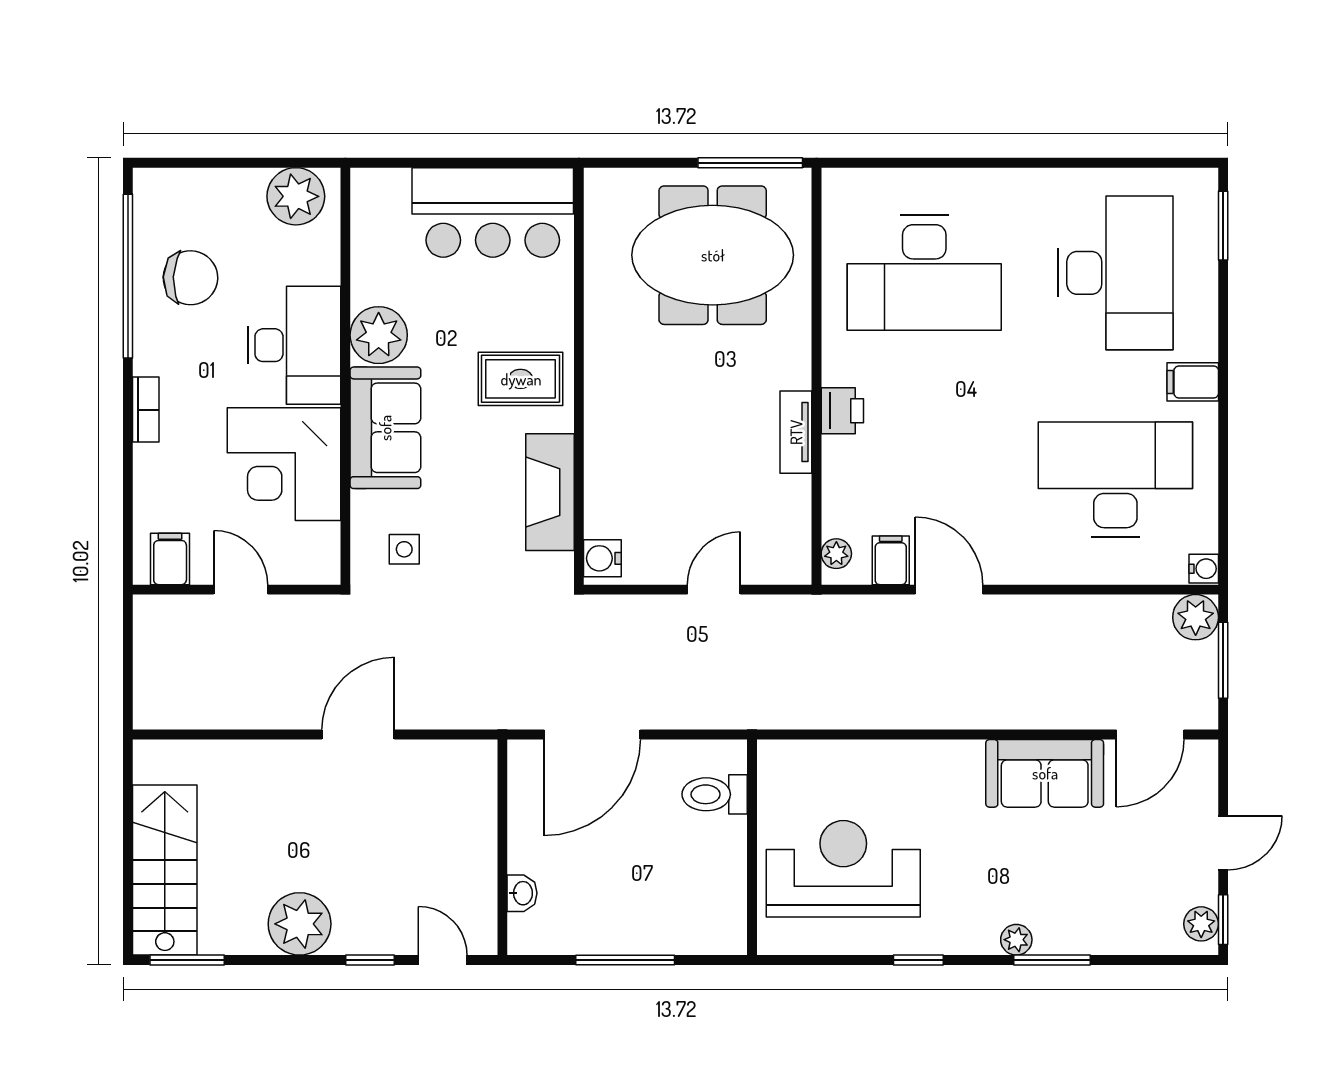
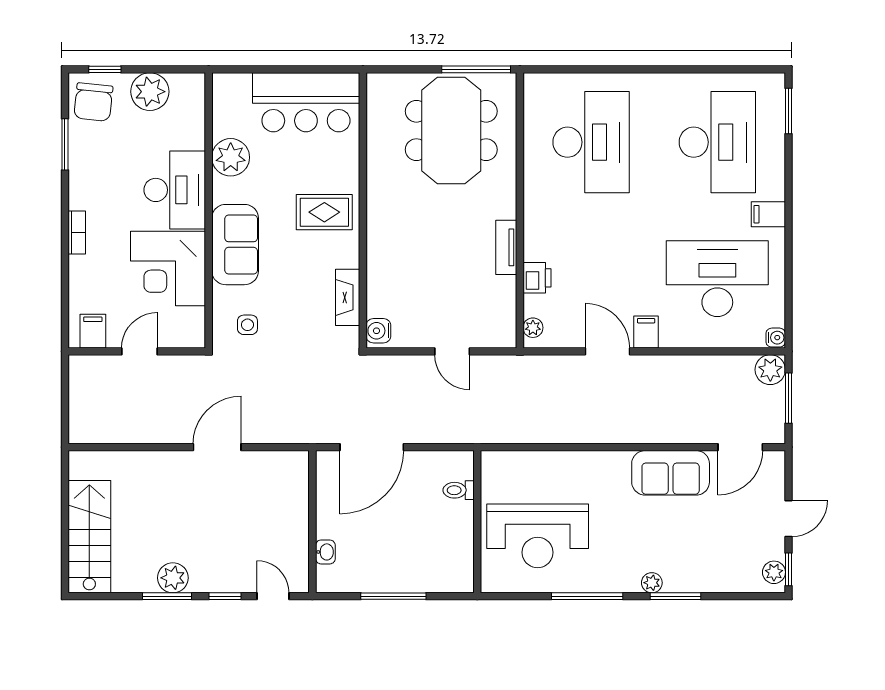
window: (188, 163) -> (105, 69), added
plant: (296, 196) -> (150, 92), moved
meeting table: (713, 255) -> (451, 130), turned 90
desk: (924, 273) -> (591, 142), turned -90
window: (128, 276) -> (65, 144), width x0.47
chair: (190, 278) -> (93, 102), moved, turned 94
plant: (379, 335) -> (231, 157), moved
printer: (842, 411) -> (537, 278), moved
fireplace: (550, 492) -> (348, 297), width x0.73, depth x0.76
filing cabinet: (891, 560) -> (646, 332), moved
door: (241, 590) -> (139, 351), hinge flipped
door: (714, 590) -> (452, 351), swing flipped
toilet: (715, 794) -> (459, 490), width x0.73, depth x0.72
reception desk: (843, 869) -> (538, 536), turned 180
plant: (300, 924) -> (173, 578), width x0.73, depth x0.73
window: (187, 960) -> (167, 596), moved
window: (918, 960) -> (587, 596), width x2.17

